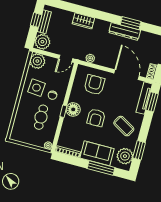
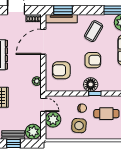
plant: (37, 61) -> (53, 120), moved

